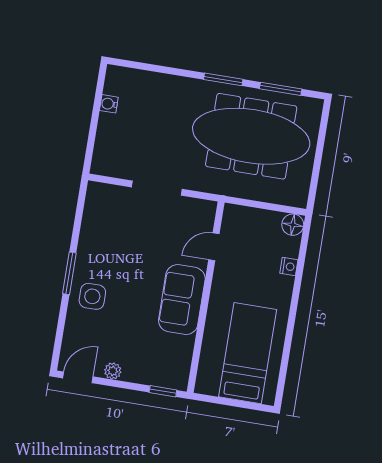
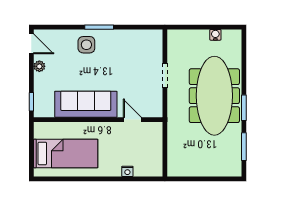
meeting table: (251, 136) -> (214, 96), moved
doorway: (157, 188) -> (165, 76), width x0.73
floor lamp: (293, 225) -> (155, 169), removed
sofa: (182, 300) -> (86, 104), width x1.36

